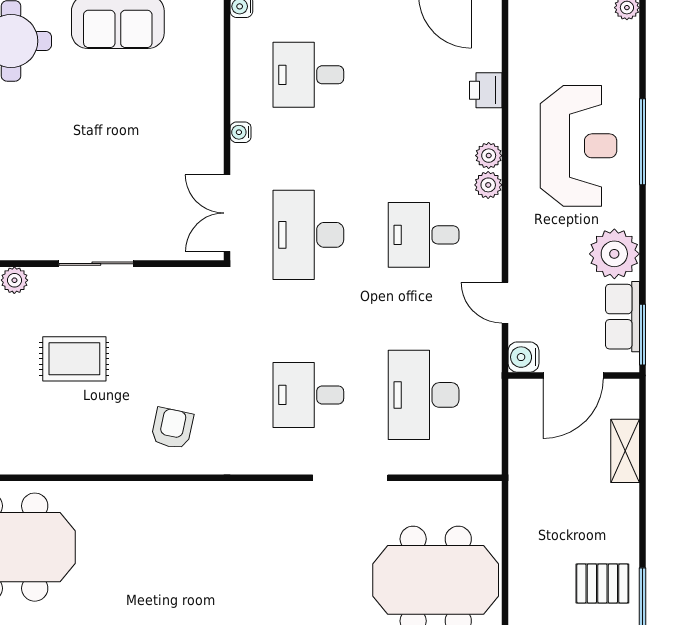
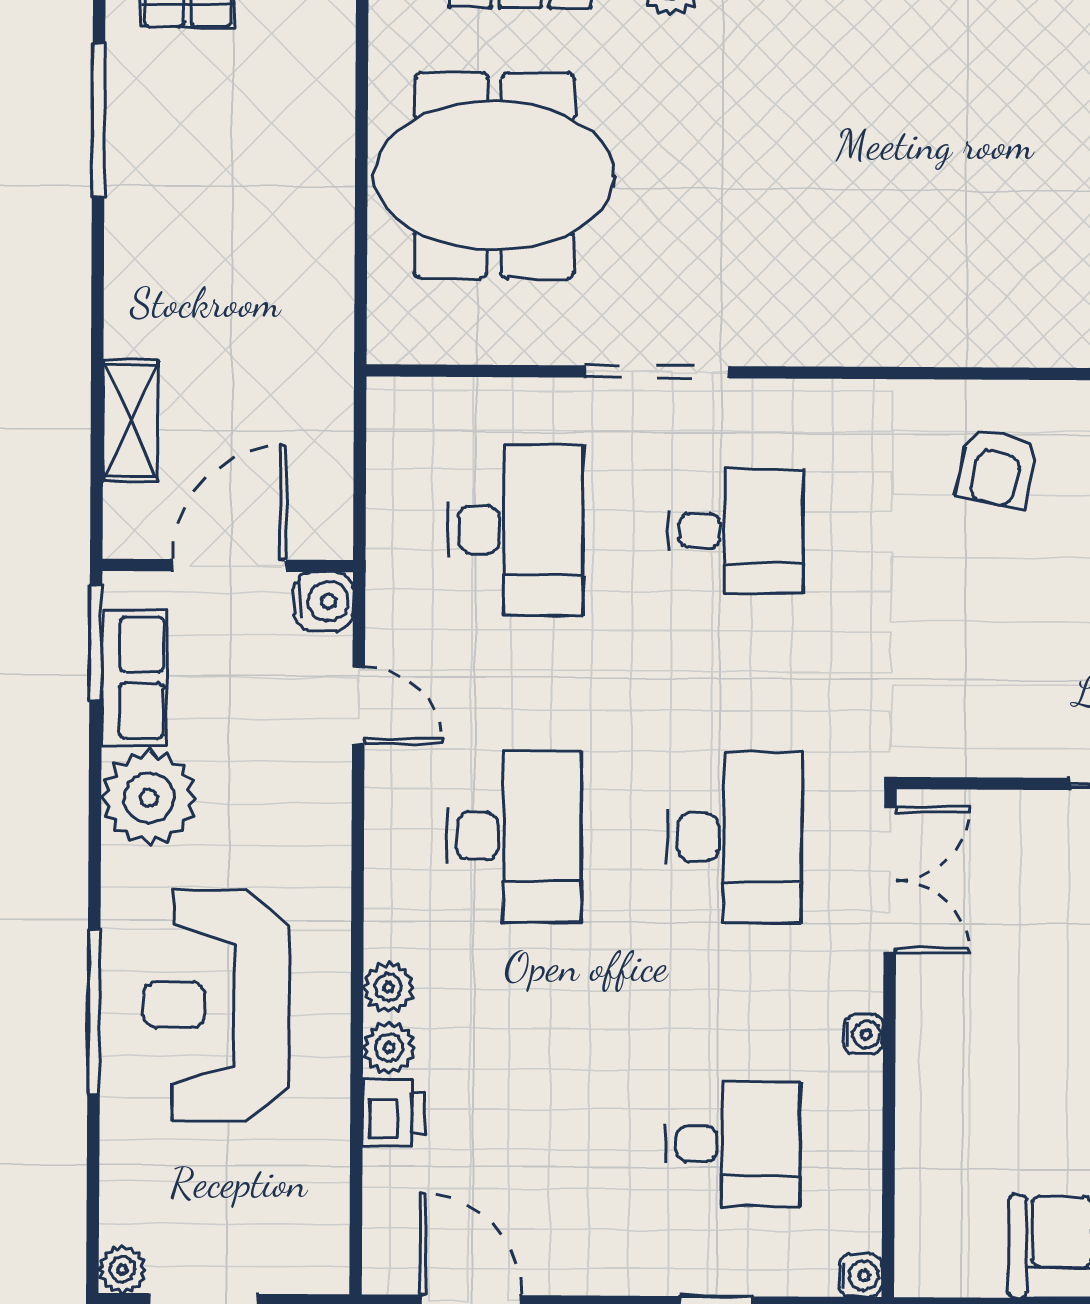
plant: (488, 185) -> (389, 1048), moved
desk: (424, 235) -> (514, 836), width x1.37
pallet: (602, 583) -> (175, 167), removed

